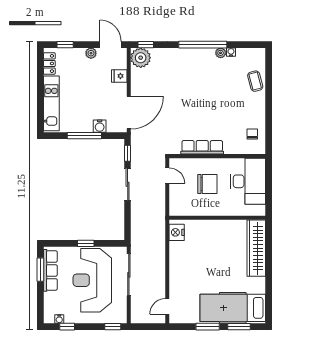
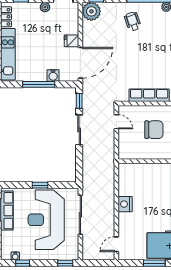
wheelchair: (185, 68) -> (133, 21), added
fridge: (119, 76) -> (71, 41), moved
nightstand: (177, 232) -> (125, 204), moved

